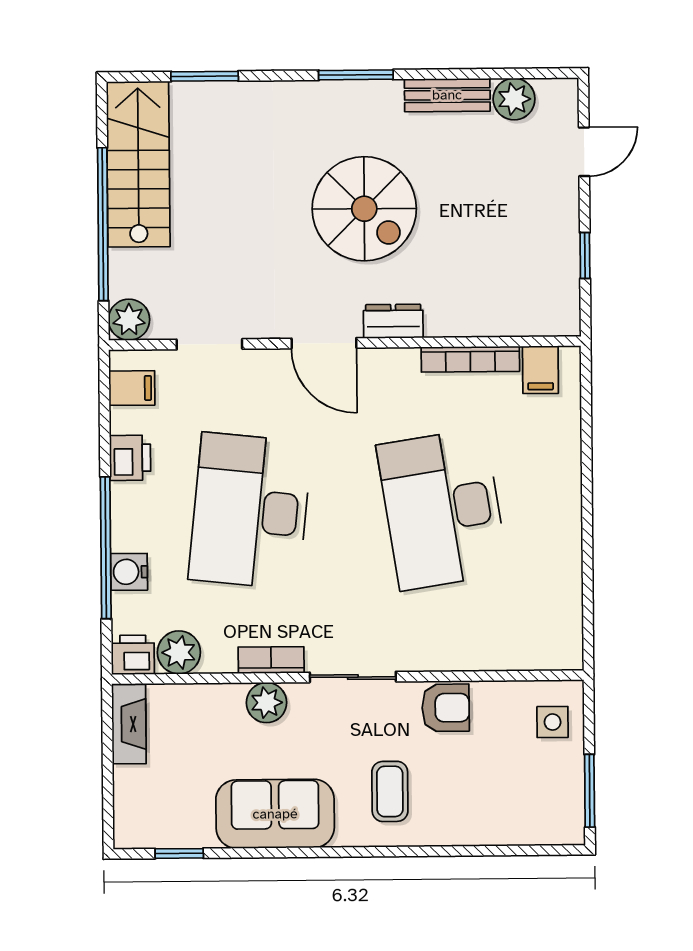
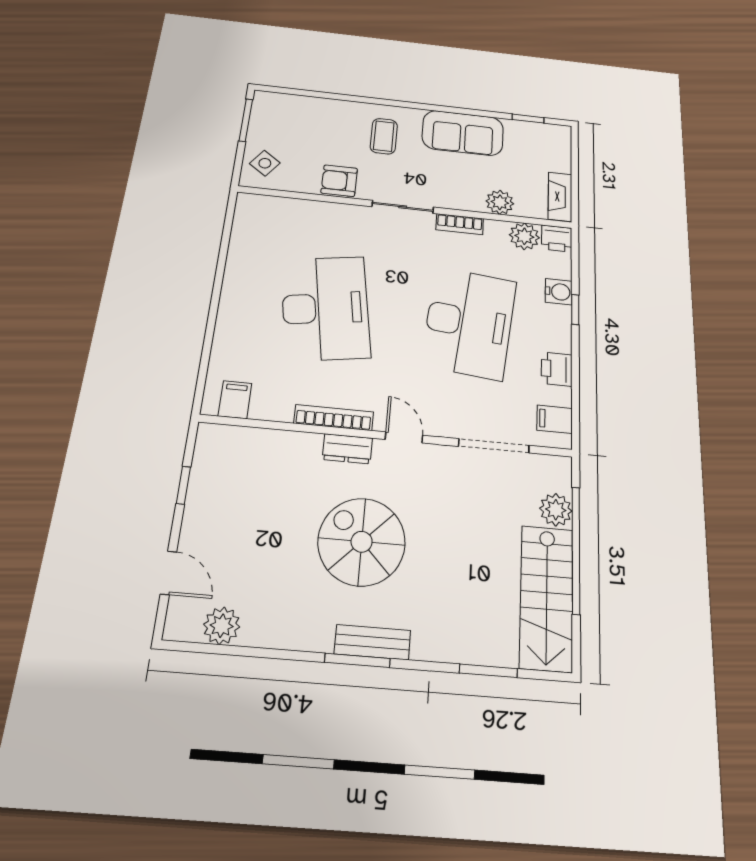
bench: (447, 95) -> (372, 642), moved
door: (584, 152) -> (168, 573), swing flipped
plant: (129, 320) -> (556, 510), moved
door: (324, 343) -> (404, 437), width x0.73
doorway: (209, 344) -> (494, 446), width x1.38
bookcase: (470, 359) -> (334, 418), moved
window: (106, 548) -> (575, 309), width x0.32
plant: (266, 703) -> (500, 202), moved
side table: (553, 722) -> (265, 163), turned 36

